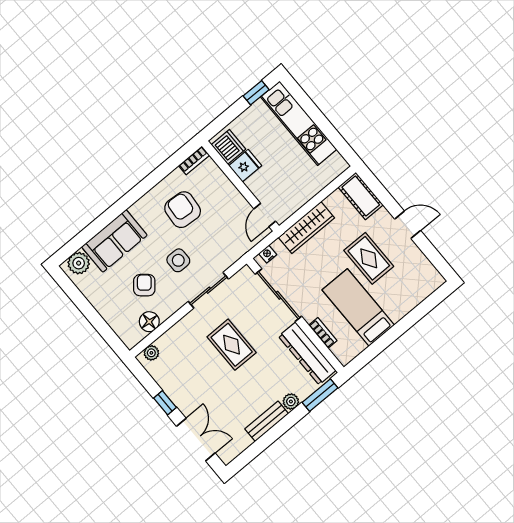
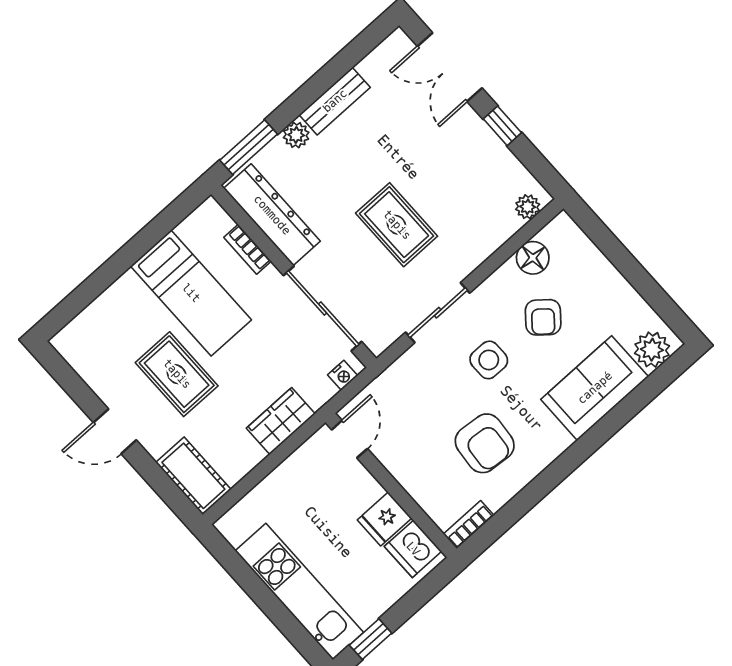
wardrobe: (306, 228) -> (281, 421), width x0.67

